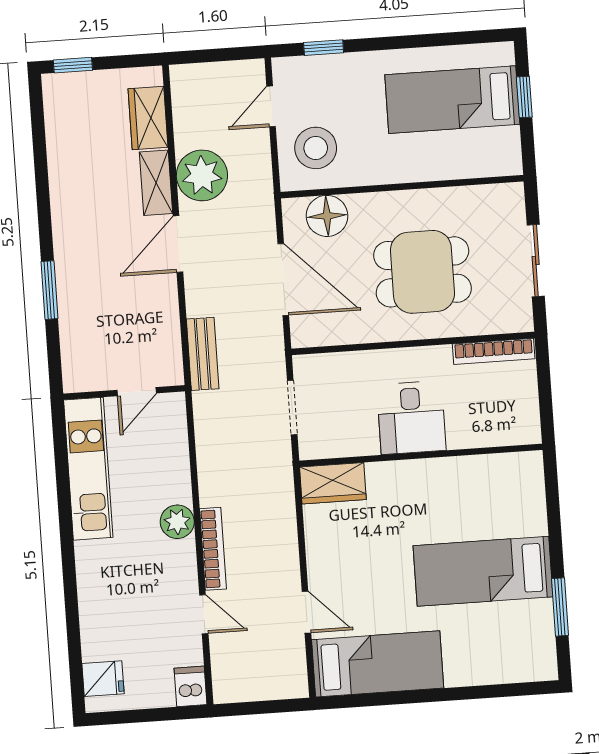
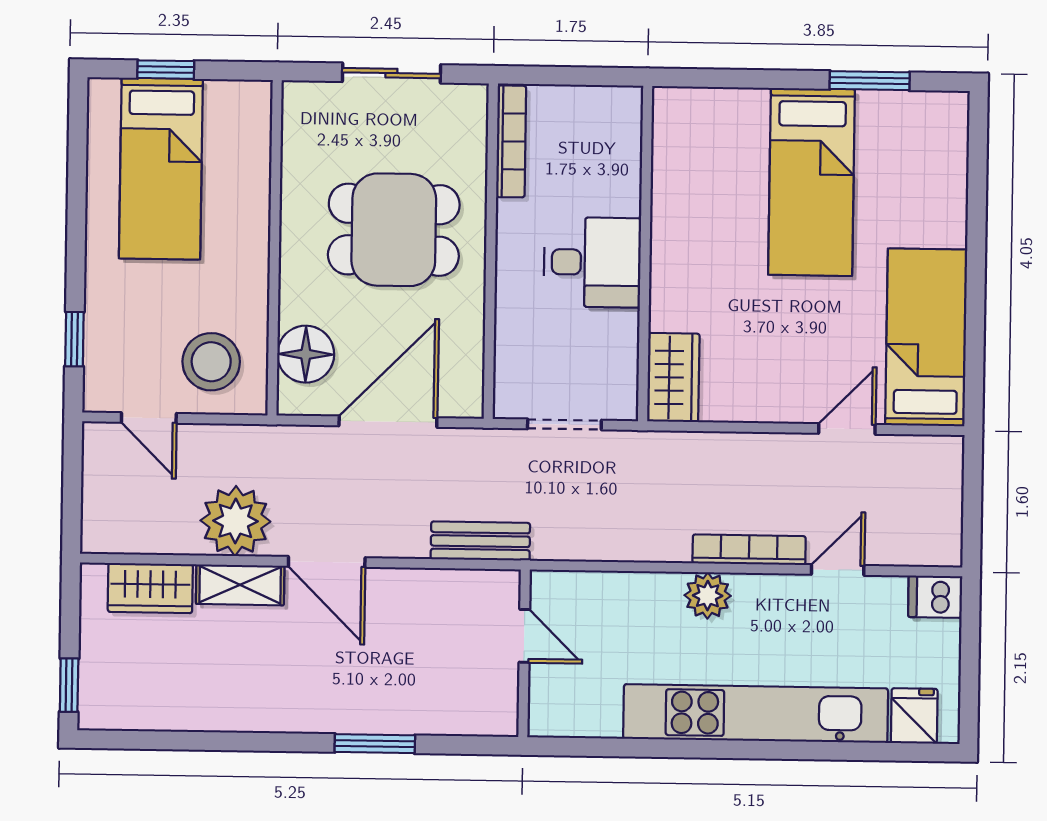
dining table: (422, 272) -> (394, 230), turned 90
kitchen unit: (88, 469) -> (756, 714), moved, width x1.36

